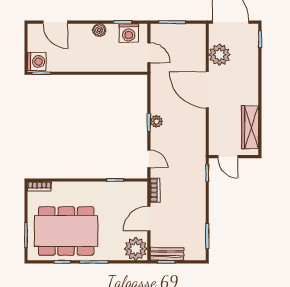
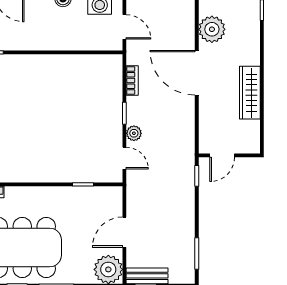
plant: (156, 121) -> (134, 133), moved
wardrobe: (250, 127) -> (250, 93), moved
door: (228, 157) -> (222, 155), hinge flipped
bookcase: (155, 190) -> (132, 80), moved

